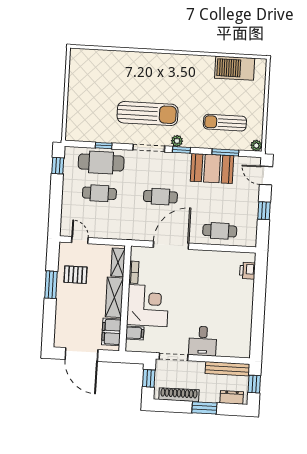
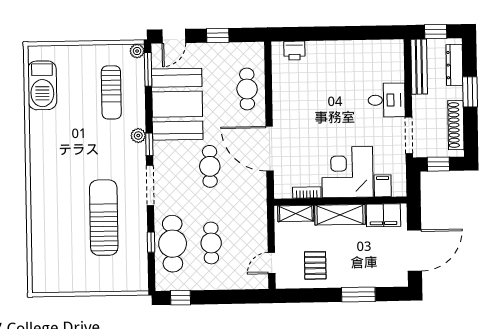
sun lounger: (148, 114) -> (104, 218), moved
plant: (177, 141) -> (138, 136), moved
window: (225, 152) -> (148, 69), moved
booth: (212, 168) -> (177, 104), width x1.36, depth x1.42
window: (51, 285) -> (358, 295), moved
dresser: (232, 397) -> (454, 65), width x1.44

